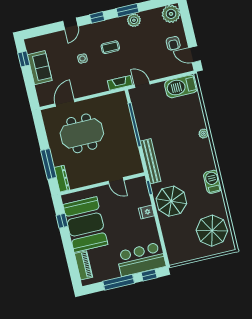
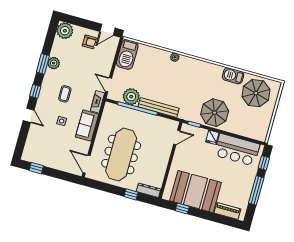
sofa: (40, 68) -> (87, 126), moved, turned -90
door: (142, 84) -> (109, 85), hinge flipped
door: (65, 103) -> (87, 164), moved
plant: (143, 112) -> (131, 97), added
meeting table: (82, 133) -> (121, 154), width x1.36
bench: (151, 161) -> (158, 108), moved
window: (49, 164) -> (131, 194), width x0.46
door: (116, 181) -> (177, 137), moved
barbecue: (212, 182) -> (233, 76), moved
bar counter: (141, 259) -> (237, 150), moved, turned -90

